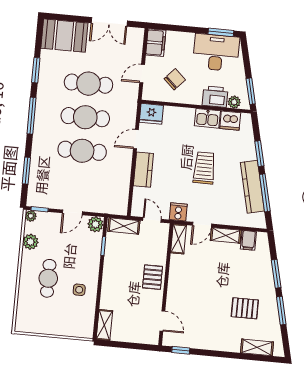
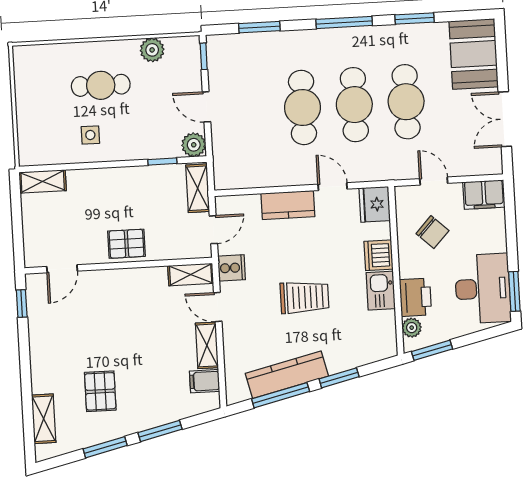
dishwasher: (230, 121) -> (378, 255), moved
plant: (31, 216) -> (192, 44), removed

